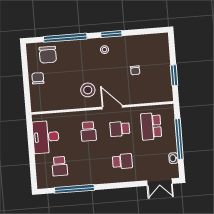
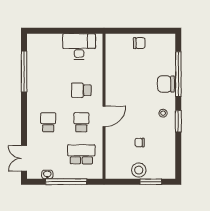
chair: (48, 55) -> (166, 84), moved
window: (174, 75) -> (151, 182), moved
stool: (88, 90) -> (139, 170), moved
school desk: (122, 161) -> (48, 122), turned 180
school desk: (60, 166) -> (48, 58), removed

